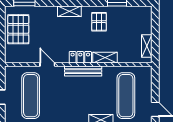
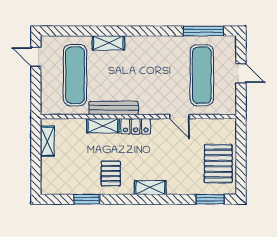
bench: (83, 71) -> (114, 108), moved

